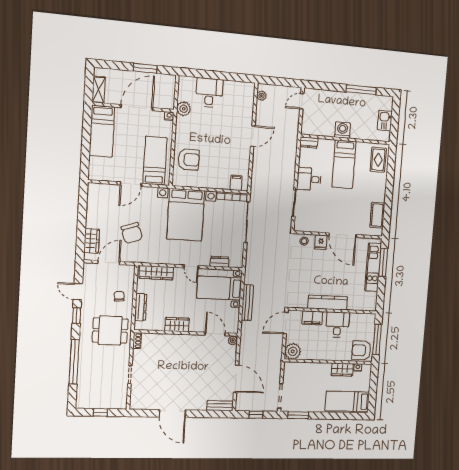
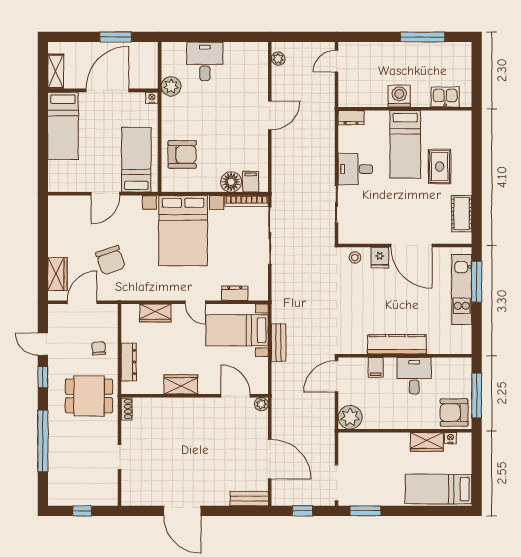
kitchen sink: (385, 121) -> (445, 97), moved, turned 90
rug: (378, 160) -> (440, 167), moved
floor lamp: (222, 182) -> (231, 182), added
wardrobe: (156, 273) -> (155, 313), width x0.67
bench: (247, 303) -> (279, 342), width x0.73
filing cabinet: (312, 318) -> (376, 367), width x0.50

